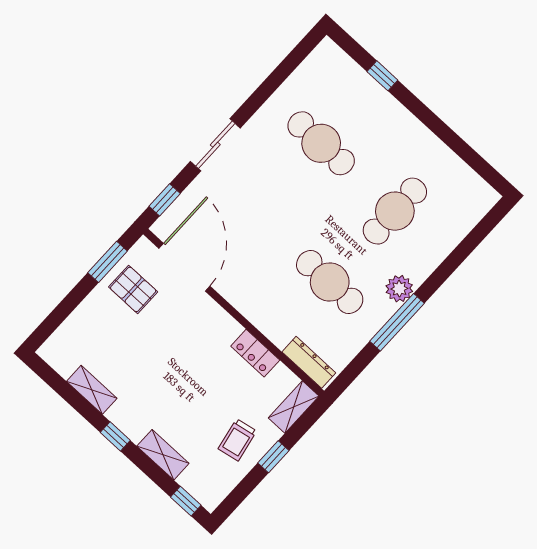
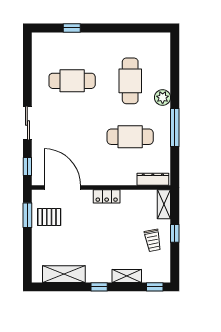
plant: (399, 289) -> (163, 97), moved
locker: (255, 353) -> (107, 196), moved
shelving: (92, 390) -> (64, 274), width x1.50, depth x1.33

